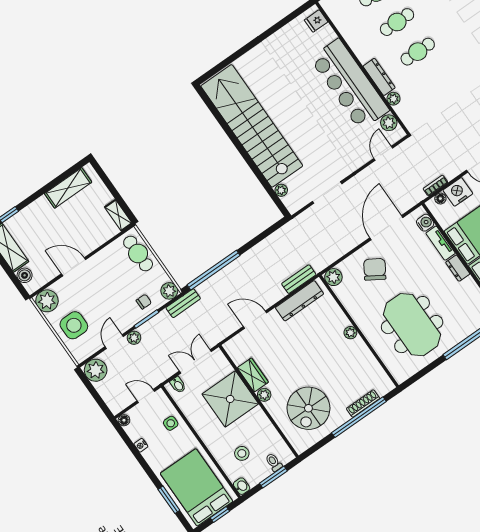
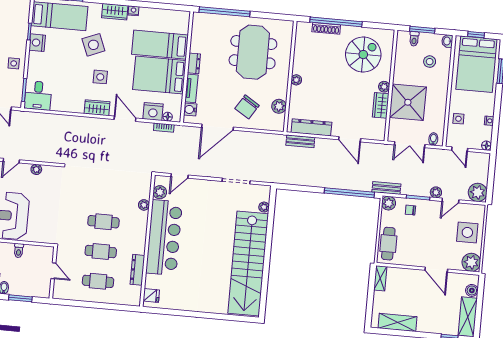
dresser: (379, 77) -> (137, 270), moved
plant: (333, 277) -> (279, 106), moved

